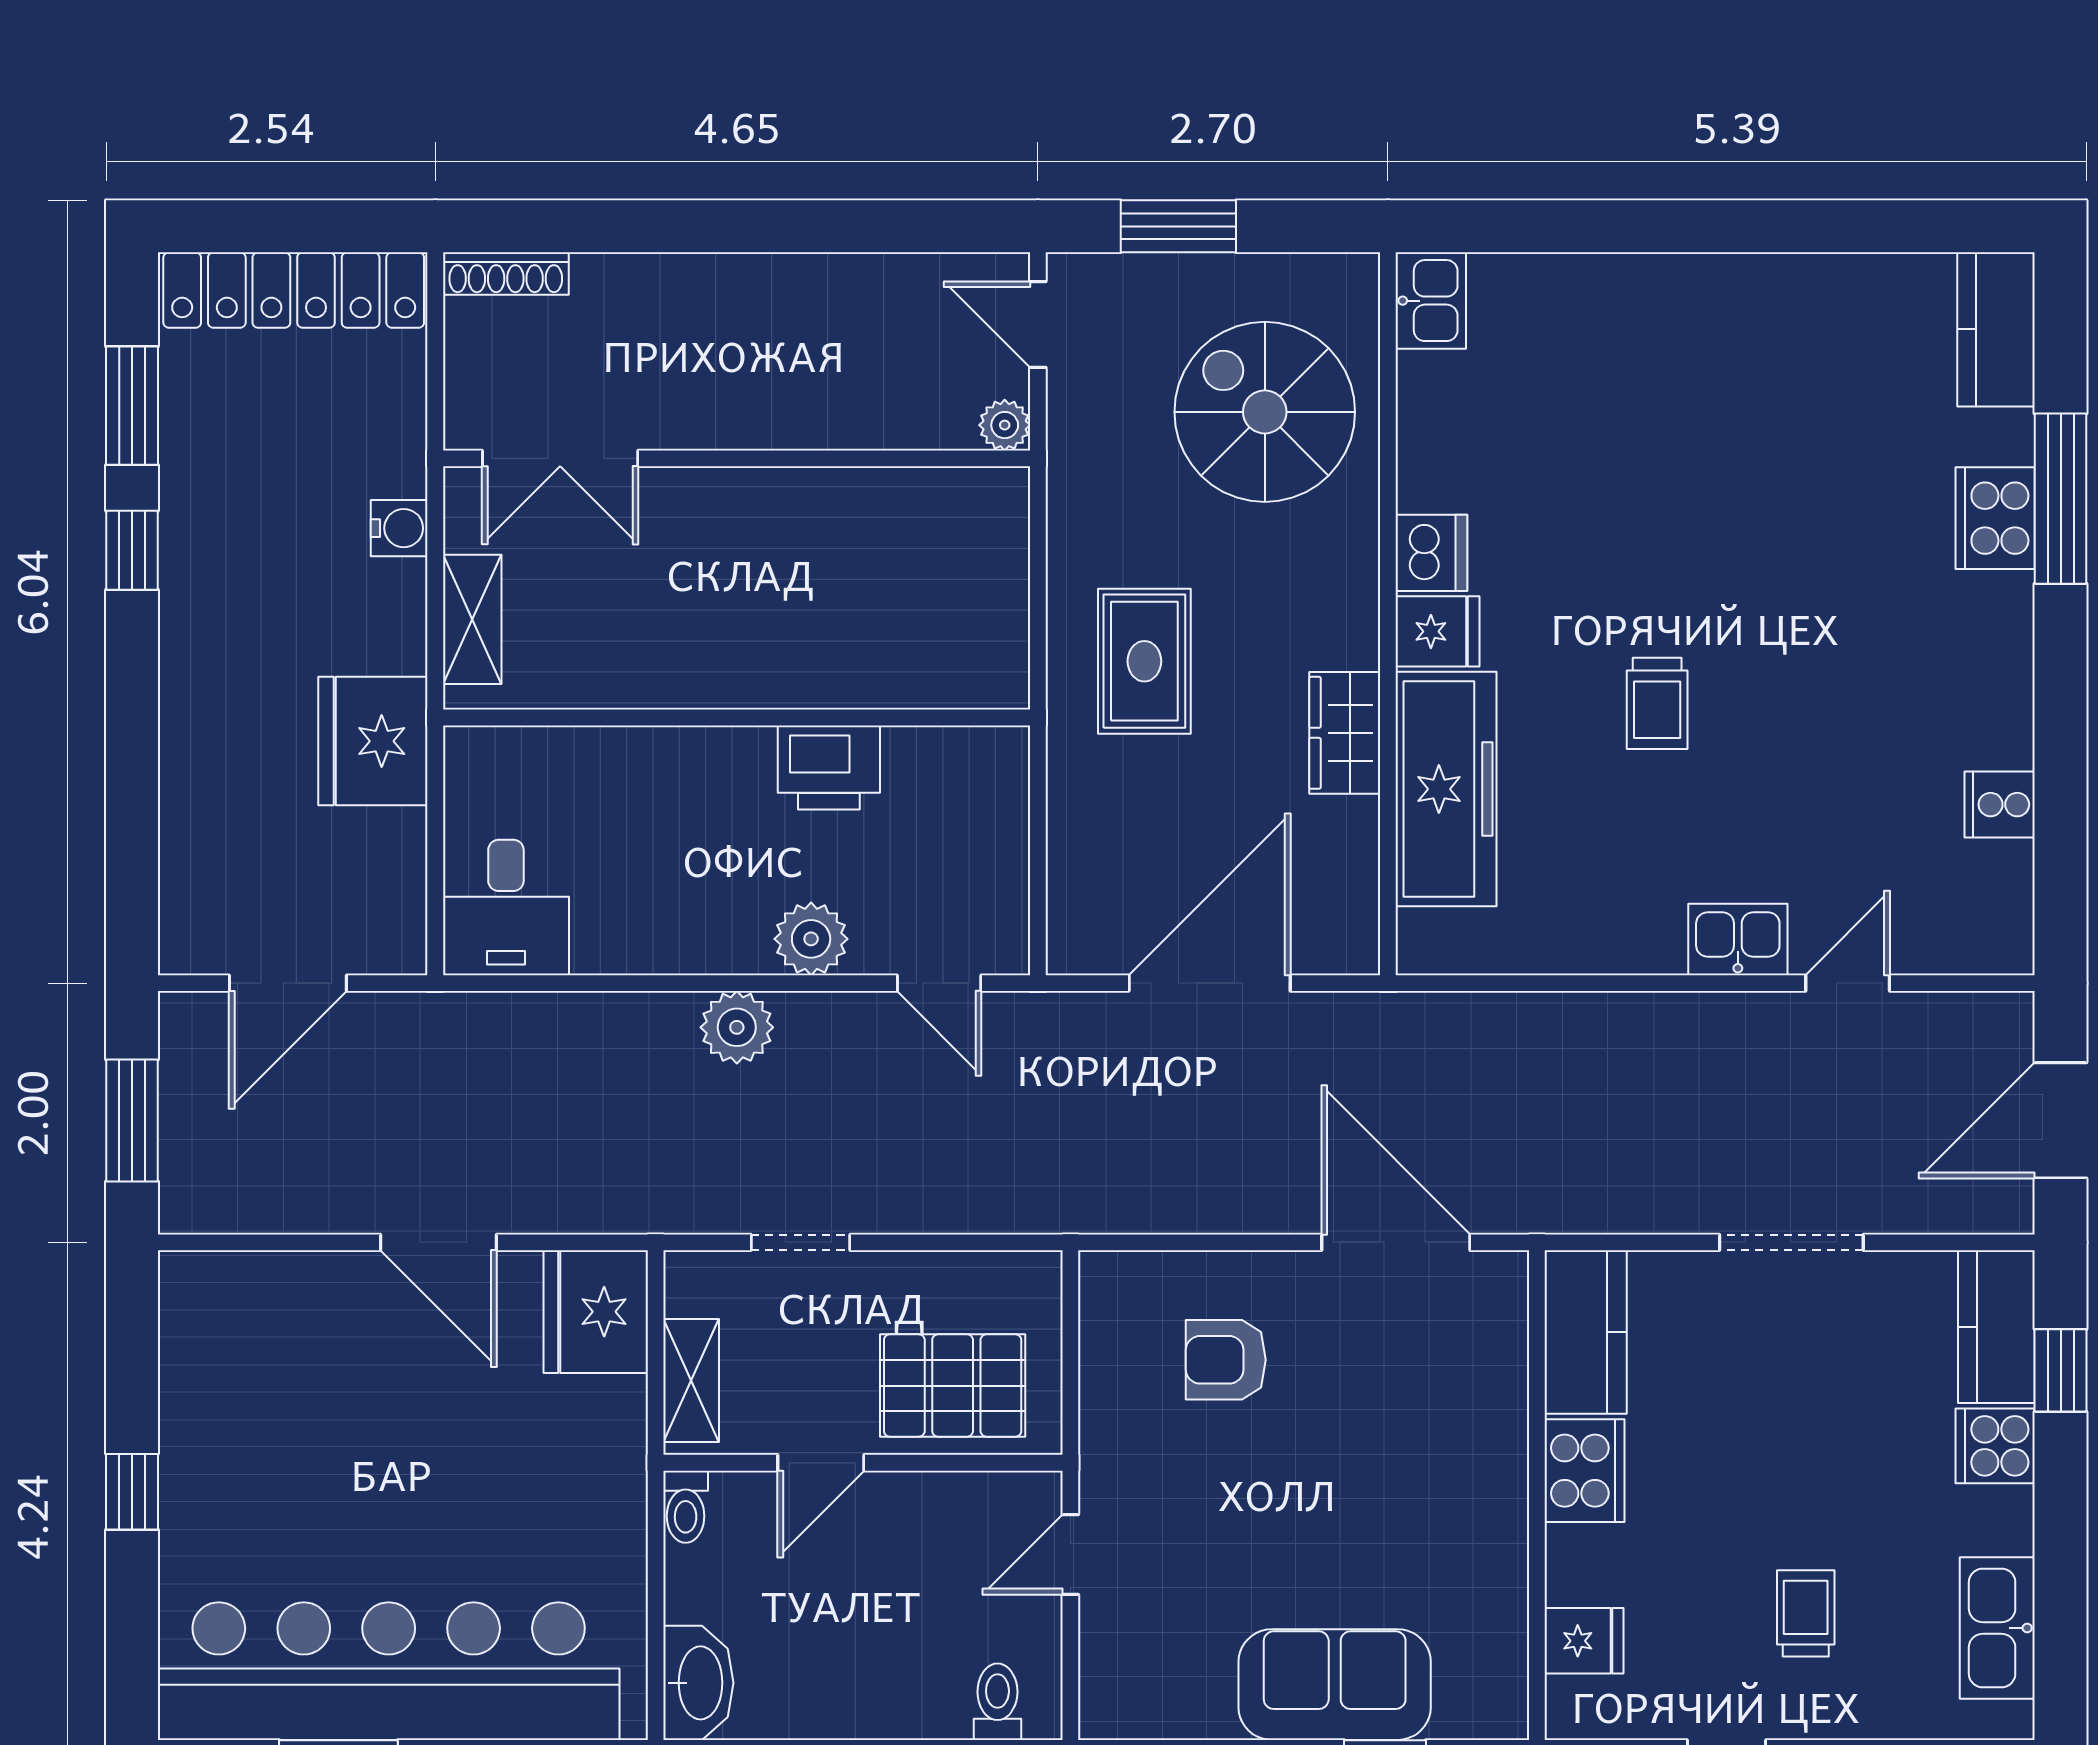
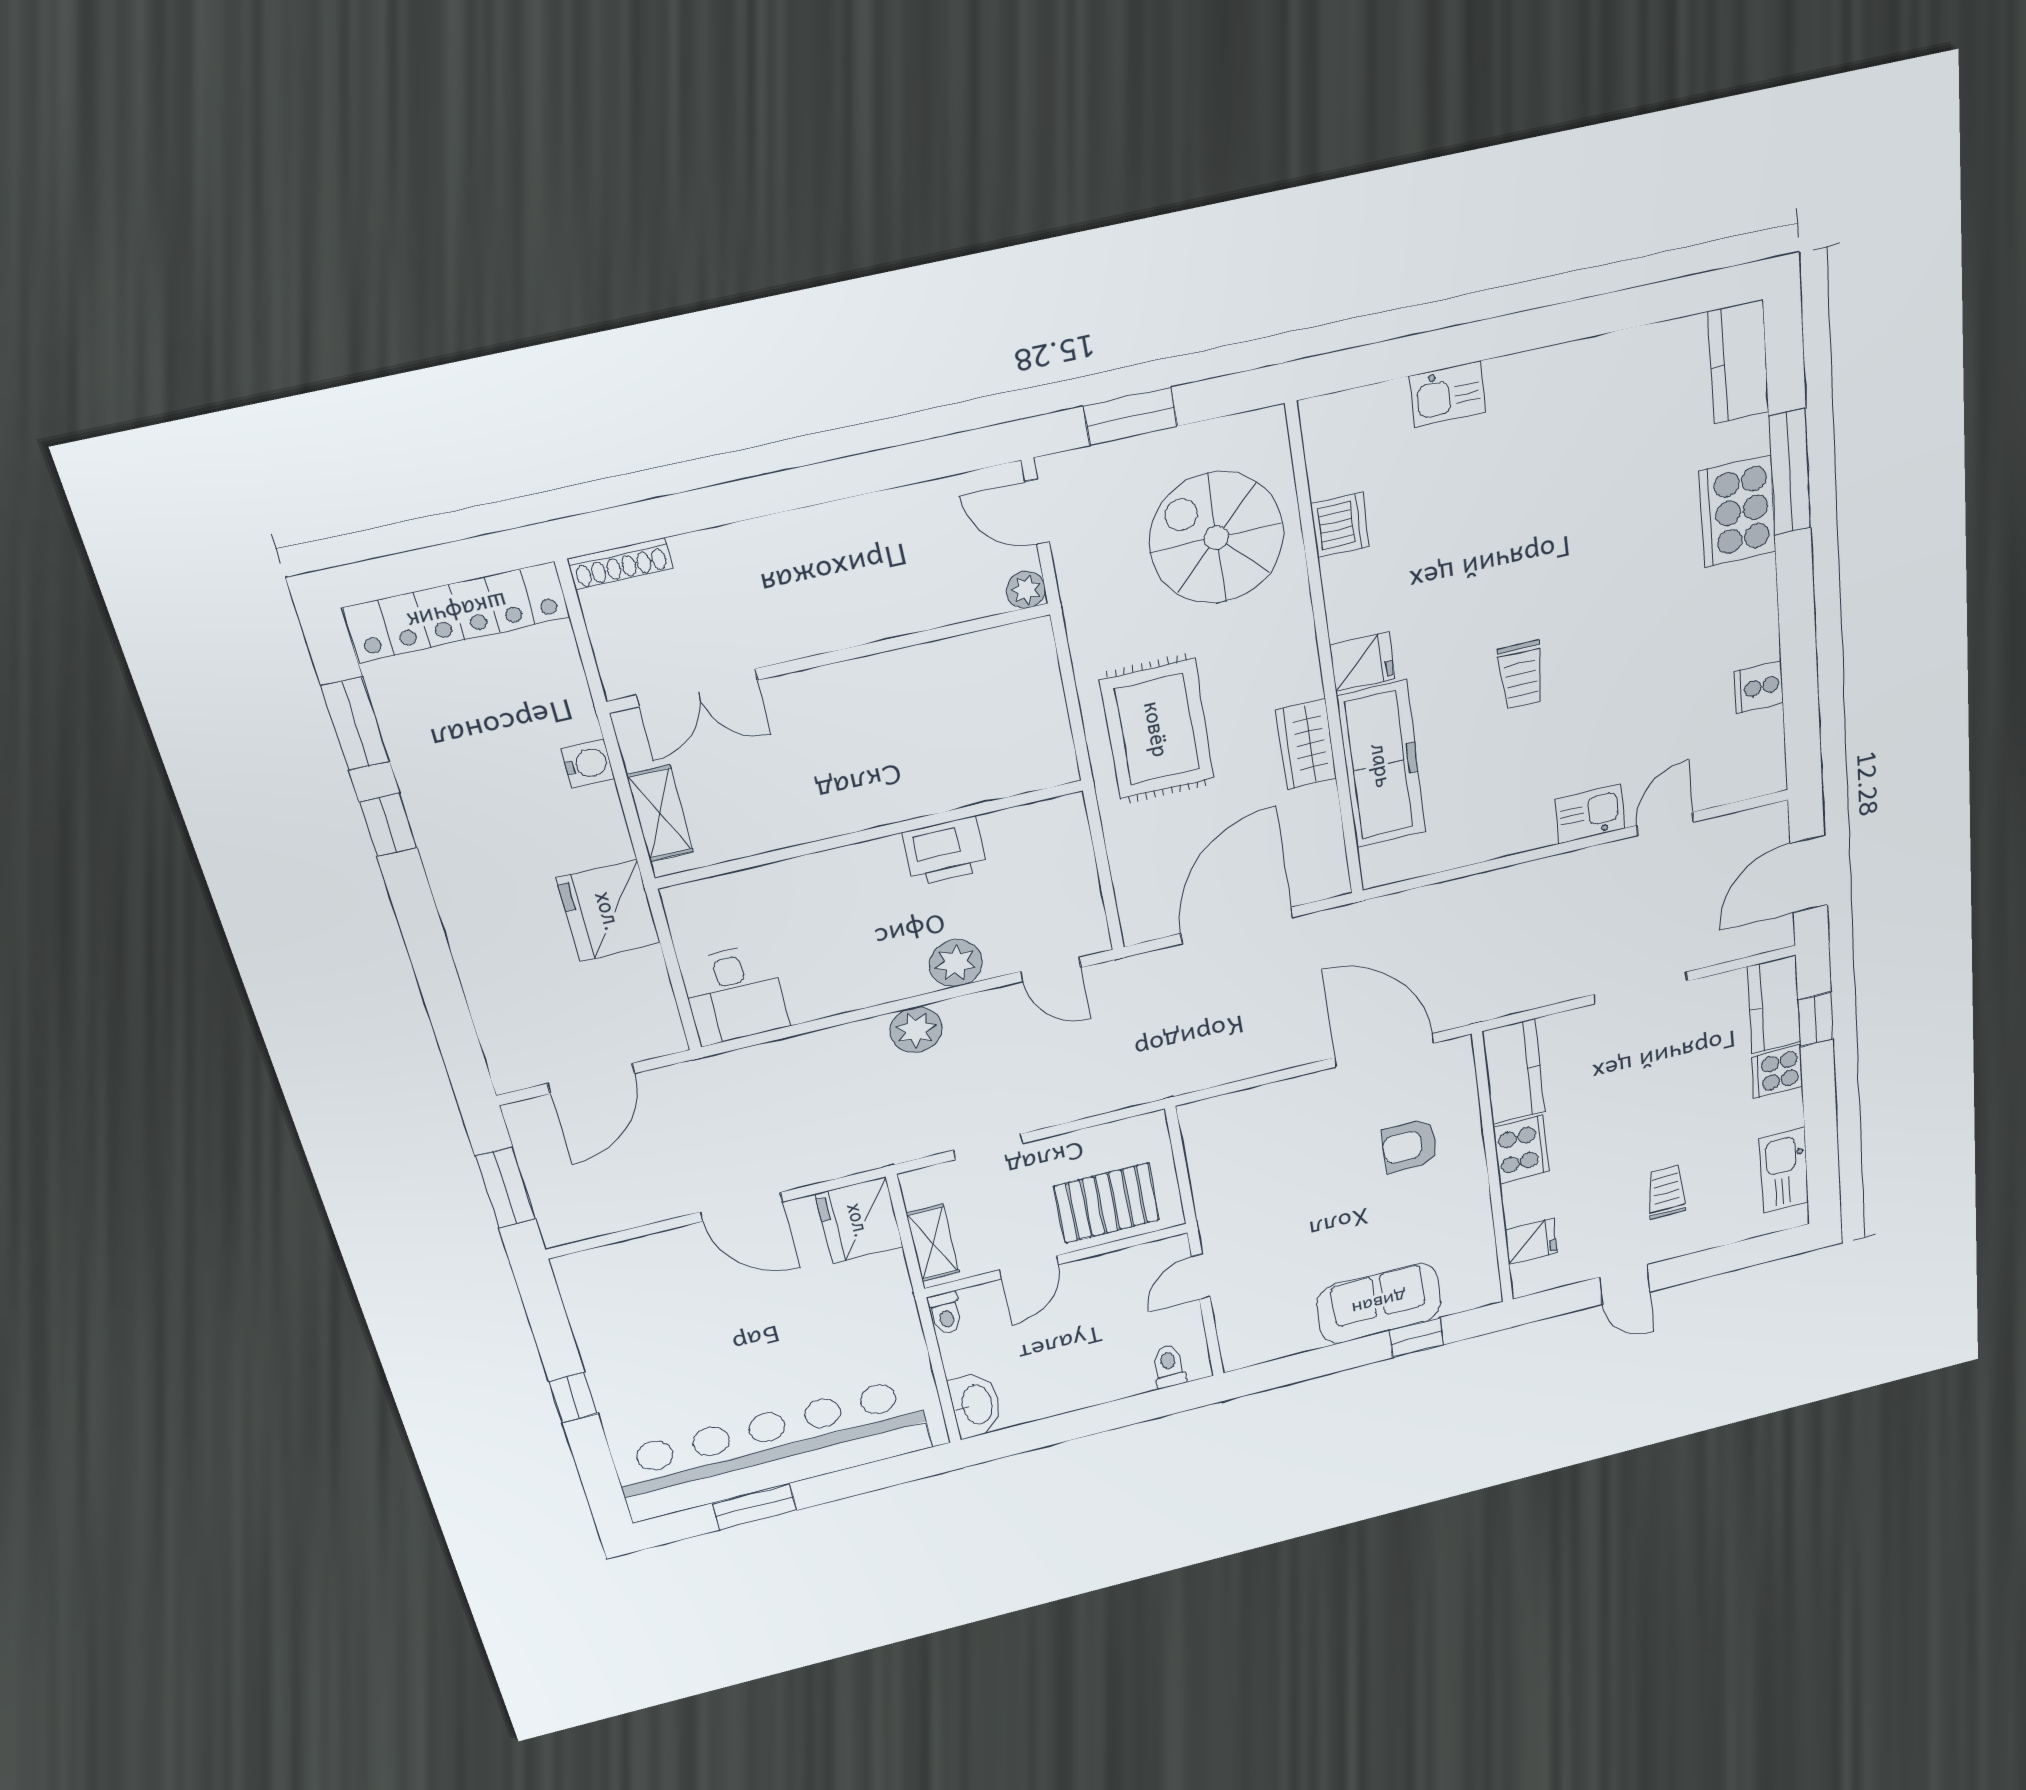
kitchen sink: (1431, 301) -> (1448, 394), moved, turned 90
cooker: (1995, 518) -> (1738, 511), width x1.37, depth x1.31
dishwasher: (1431, 553) -> (1340, 525), moved
rug: (1144, 661) -> (1157, 729), width x1.36, depth x1.43
armchair: (1226, 1360) -> (1410, 1146), moved

